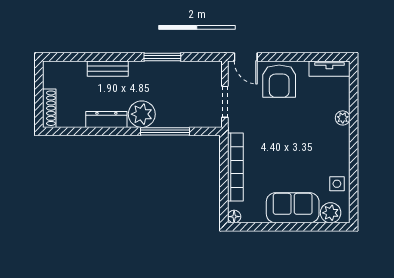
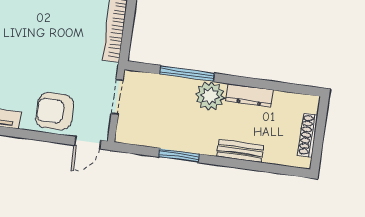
door: (246, 57) -> (88, 143), swing flipped
armchair: (279, 81) -> (55, 111), turned -90
shoe rack: (49, 108) -> (308, 135), moved

